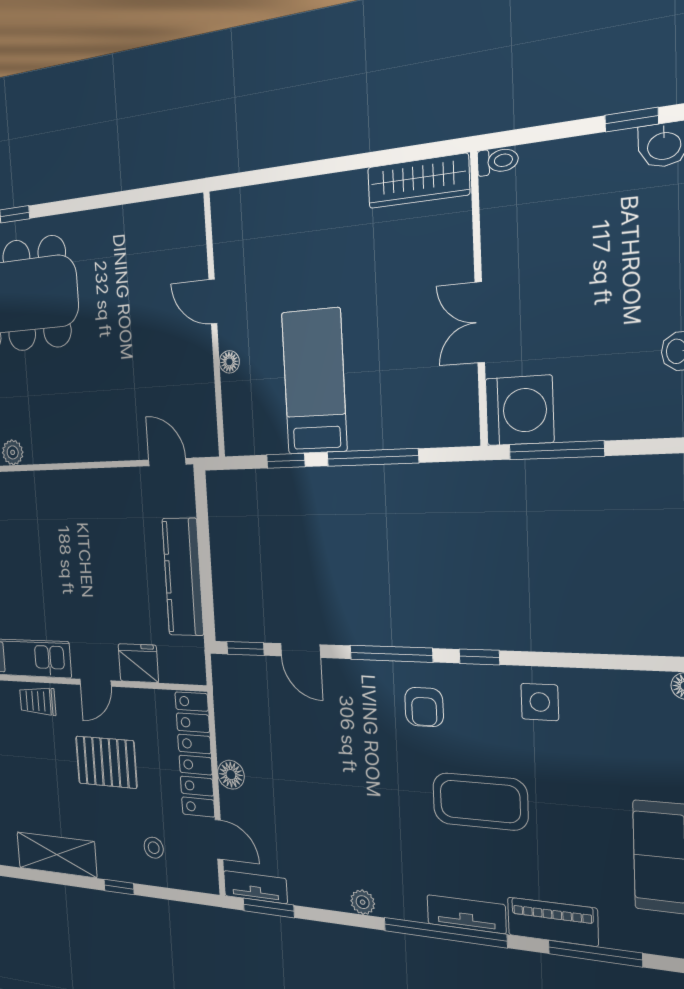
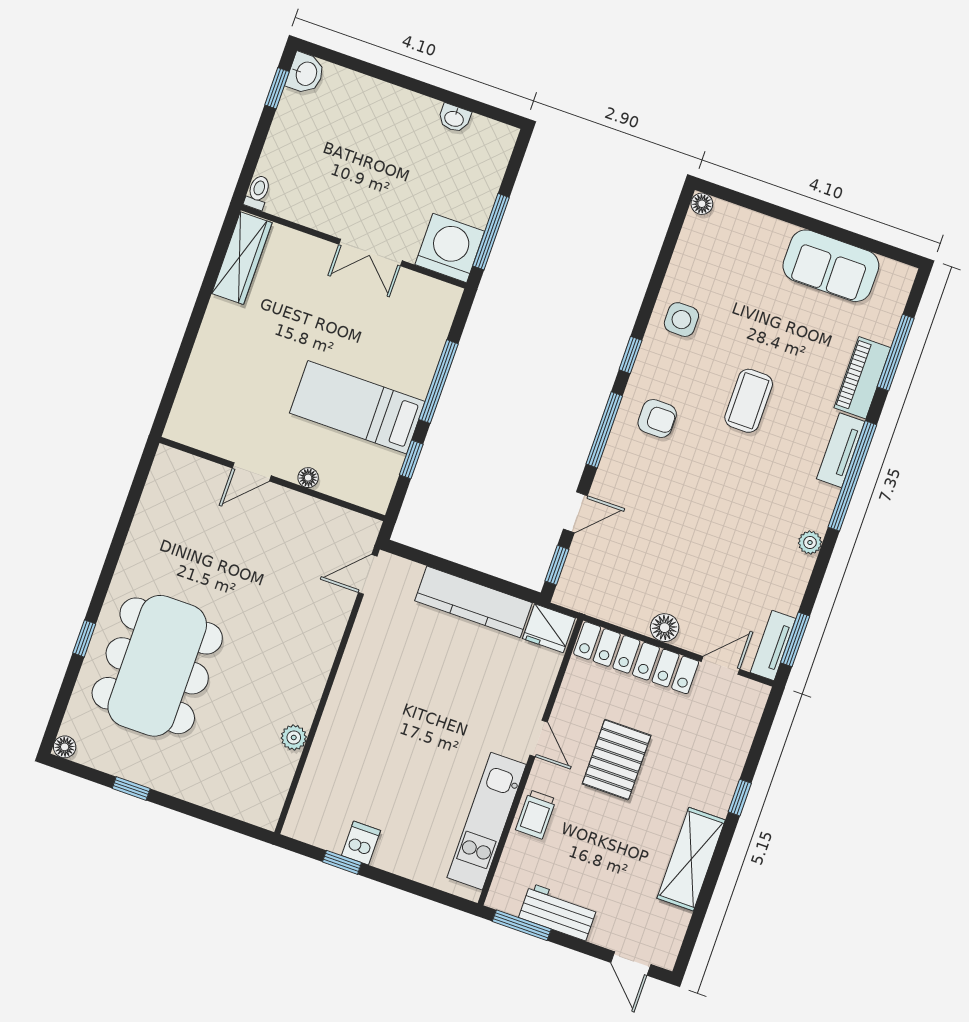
fridge: (138, 663) -> (549, 628), moved, turned -90
coffee table: (480, 801) -> (749, 401), width x0.73, depth x0.76
stool: (154, 848) -> (711, 741), removed

